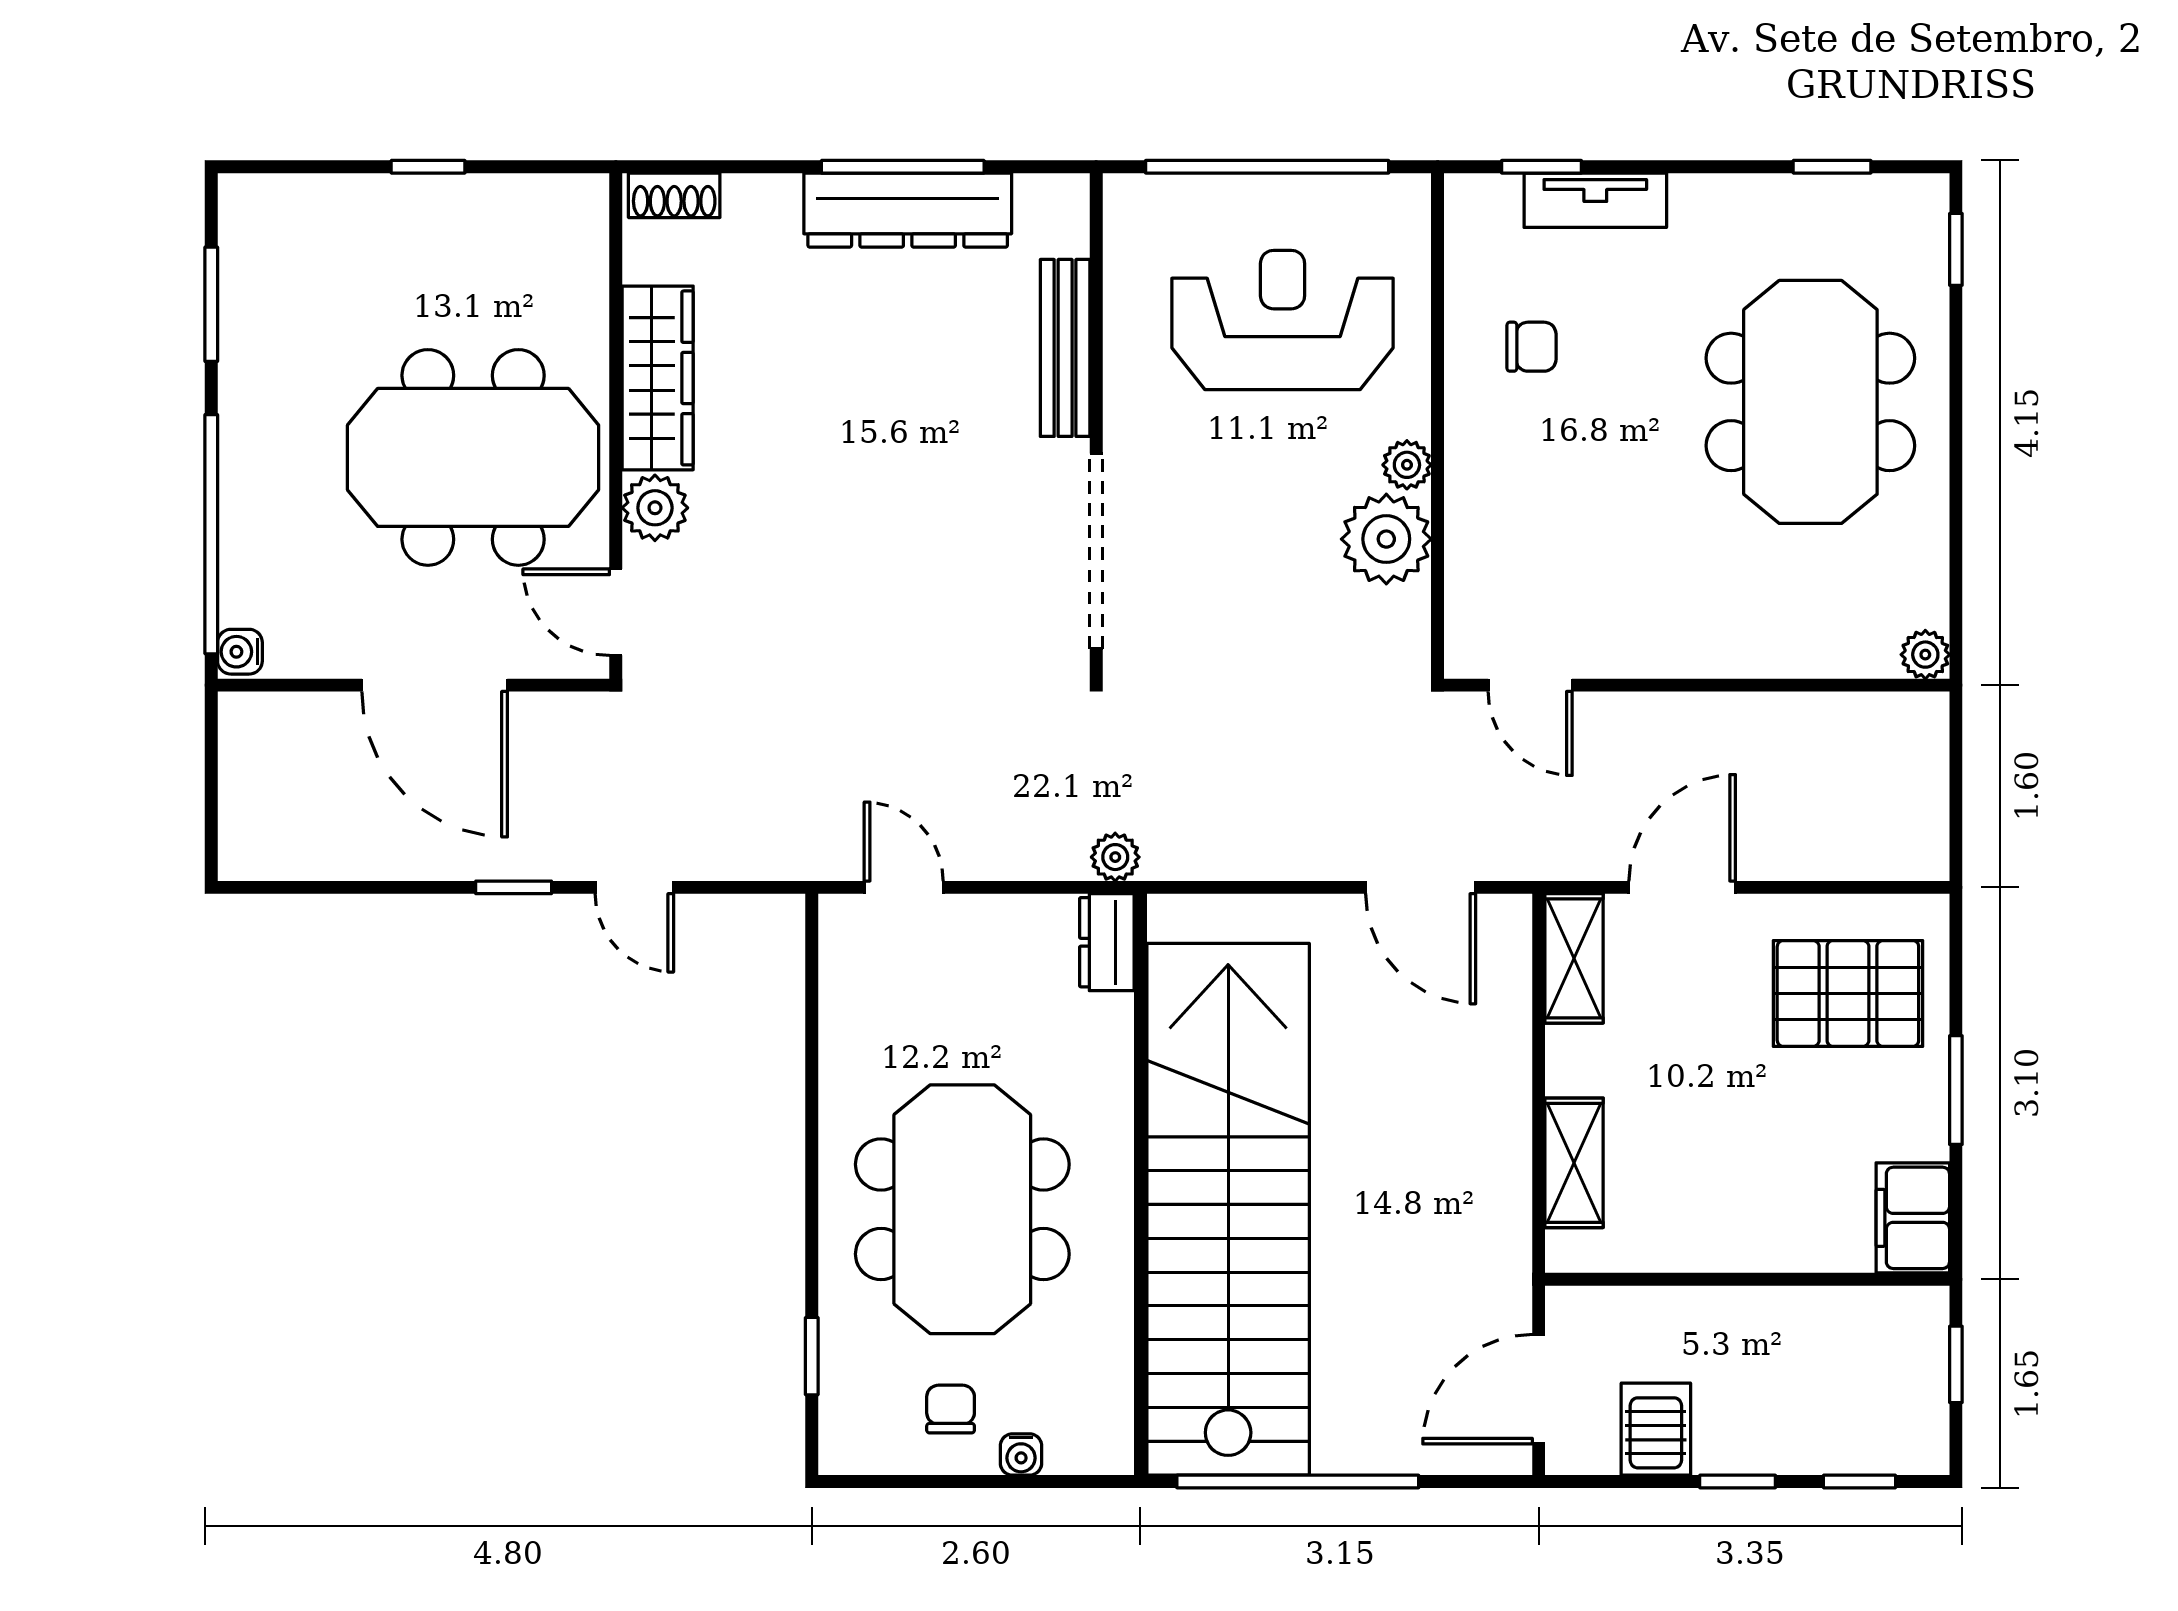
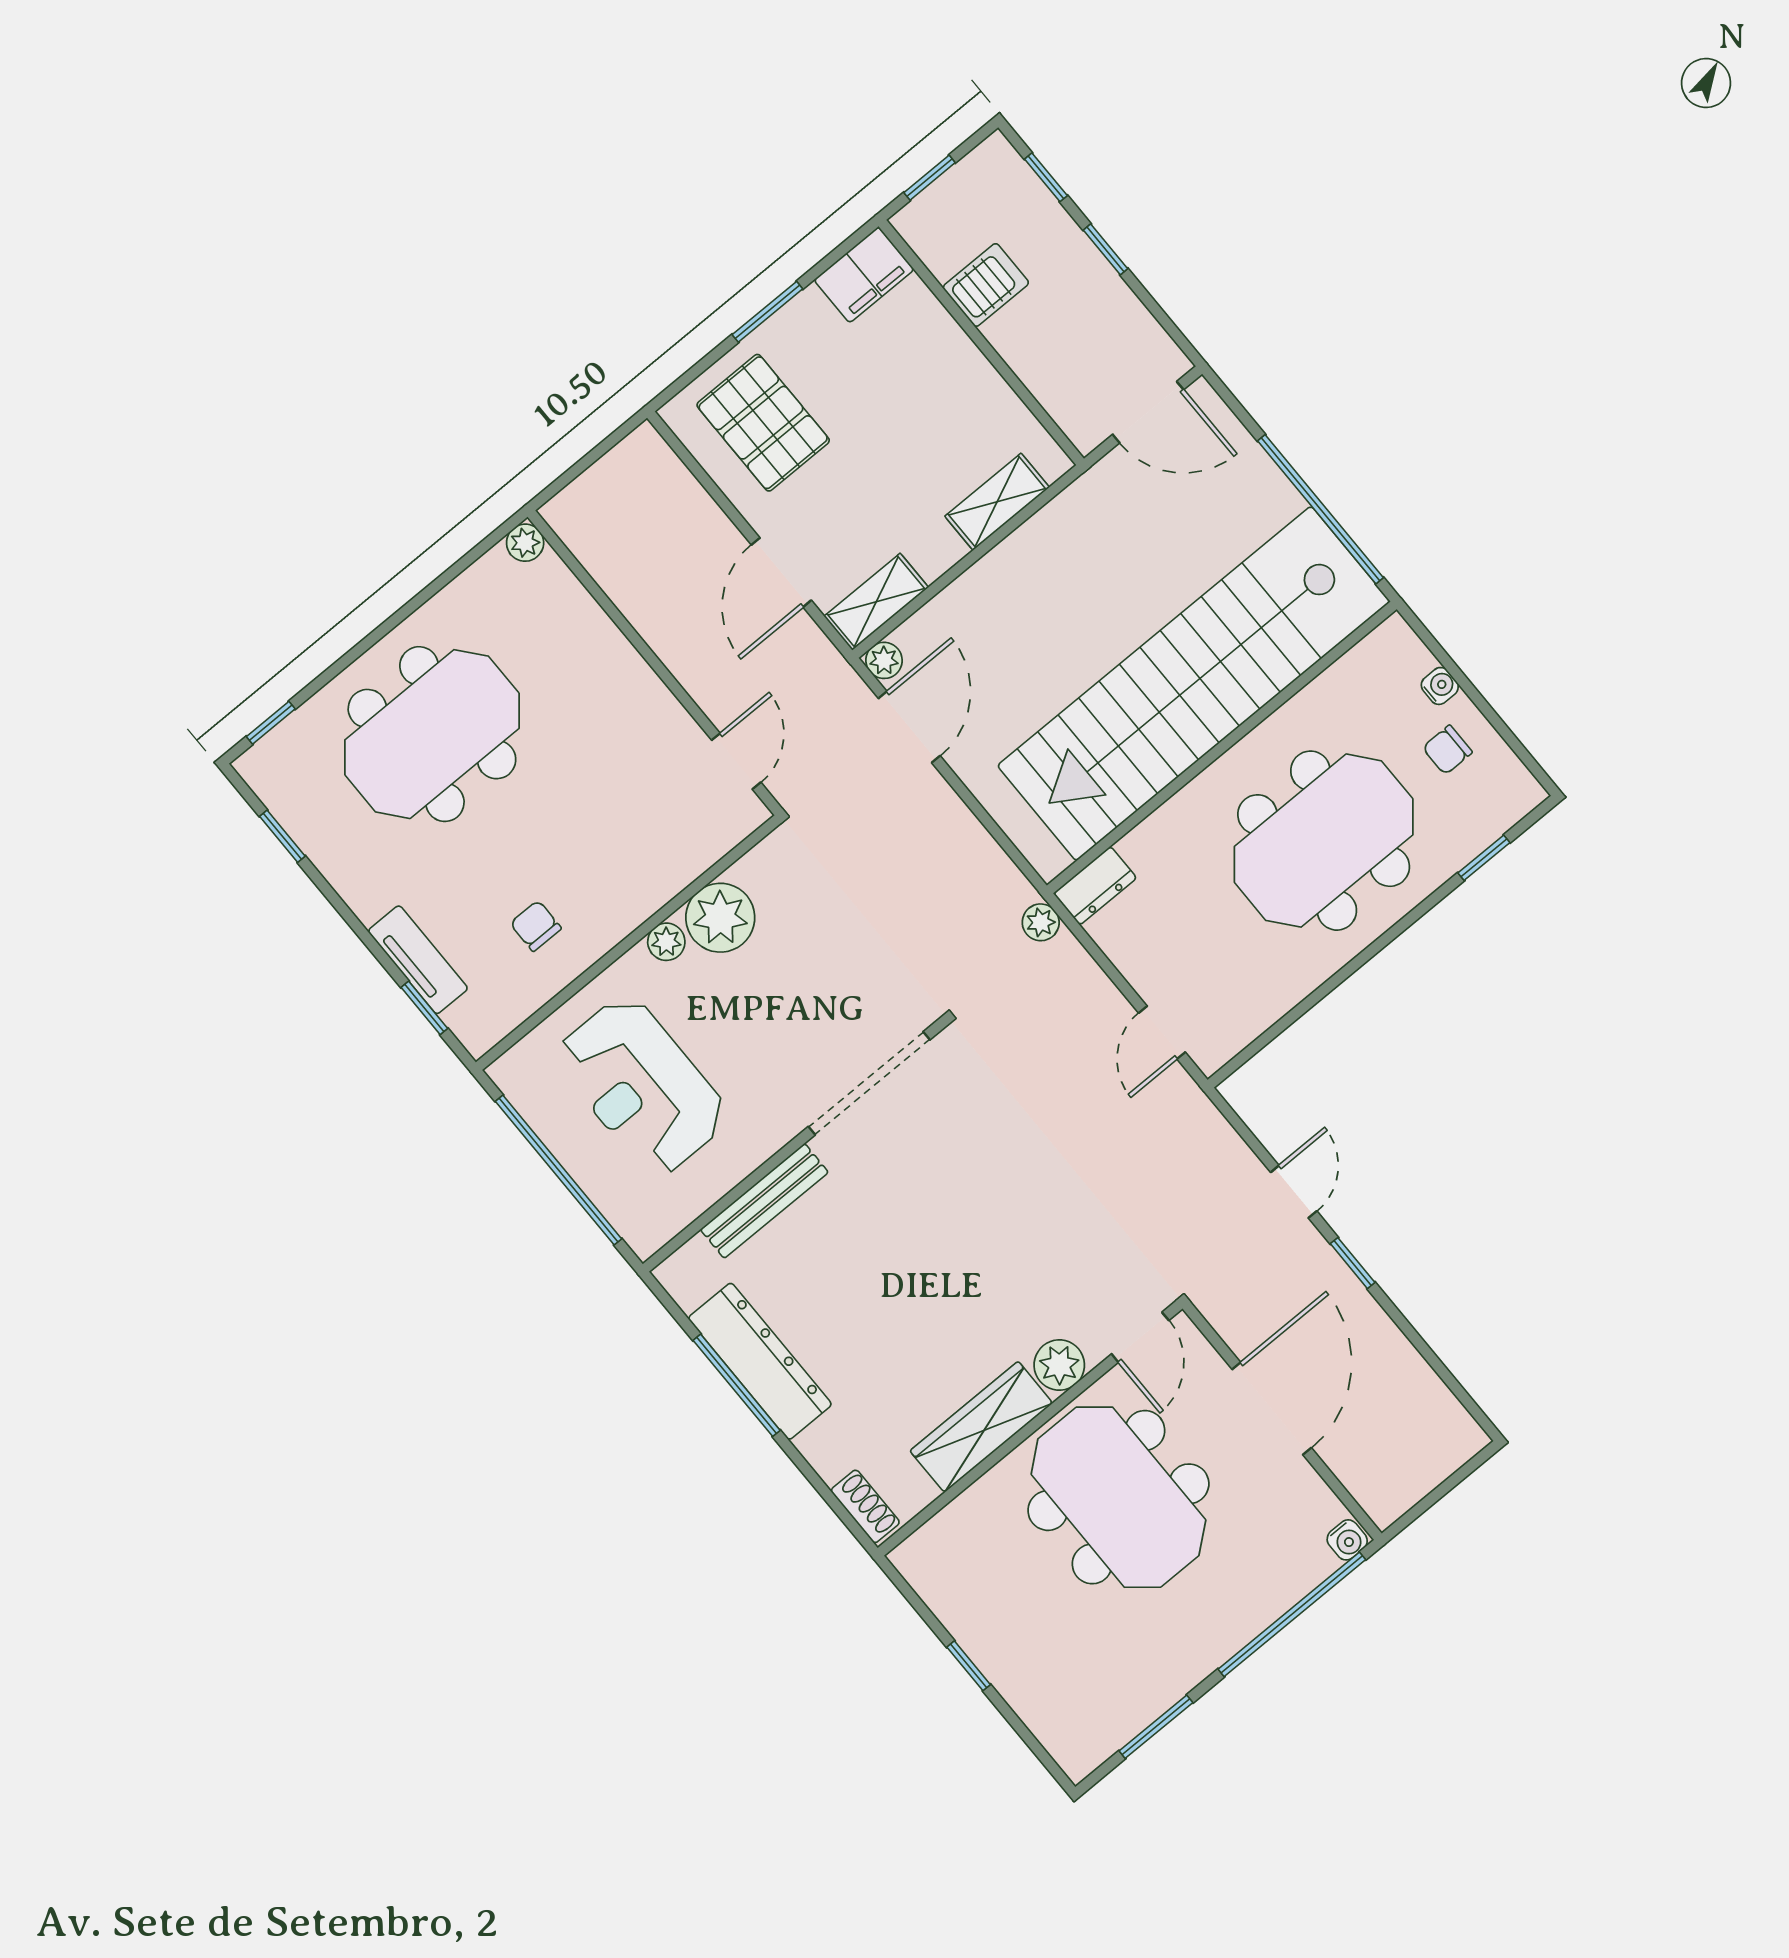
door: (1682, 887) -> (781, 573), hinge flipped
plant: (1509, 917) -> (884, 660), added
server rack: (1656, 1429) -> (986, 285), moved, turned 180

